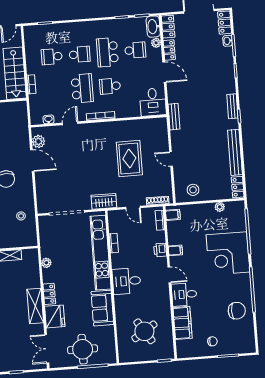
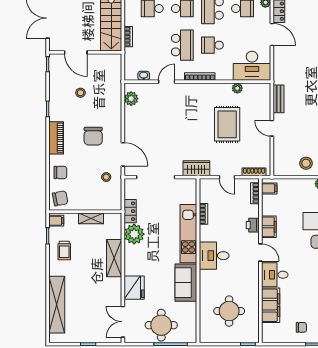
desk: (153, 102) -> (252, 66), width x1.37
bench: (174, 117) -> (279, 99), moved
plant: (136, 124) -> (237, 88), added
door: (32, 161) -> (123, 154), moved
stool: (193, 190) -> (306, 163), moved
filing cabinet: (175, 250) -> (269, 227), width x2.00
kitchen unit: (101, 253) -> (188, 234), width x0.73
plant: (46, 263) -> (134, 234), width x1.87, depth x1.87
locker: (49, 294) -> (130, 211), moved
shelving: (35, 306) -> (114, 258), moved
round table: (144, 331) -> (229, 311), turned 33

